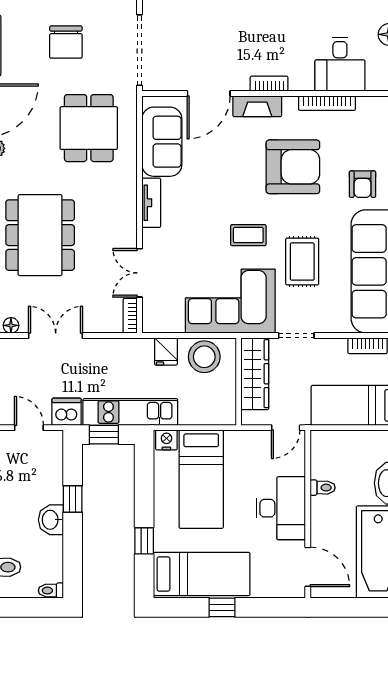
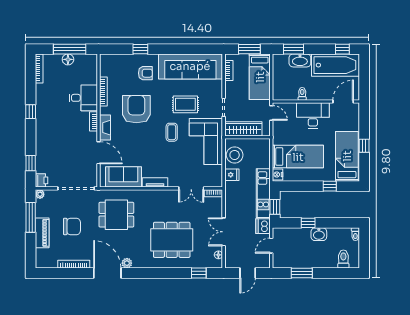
desk: (340, 64) -> (83, 98), moved

